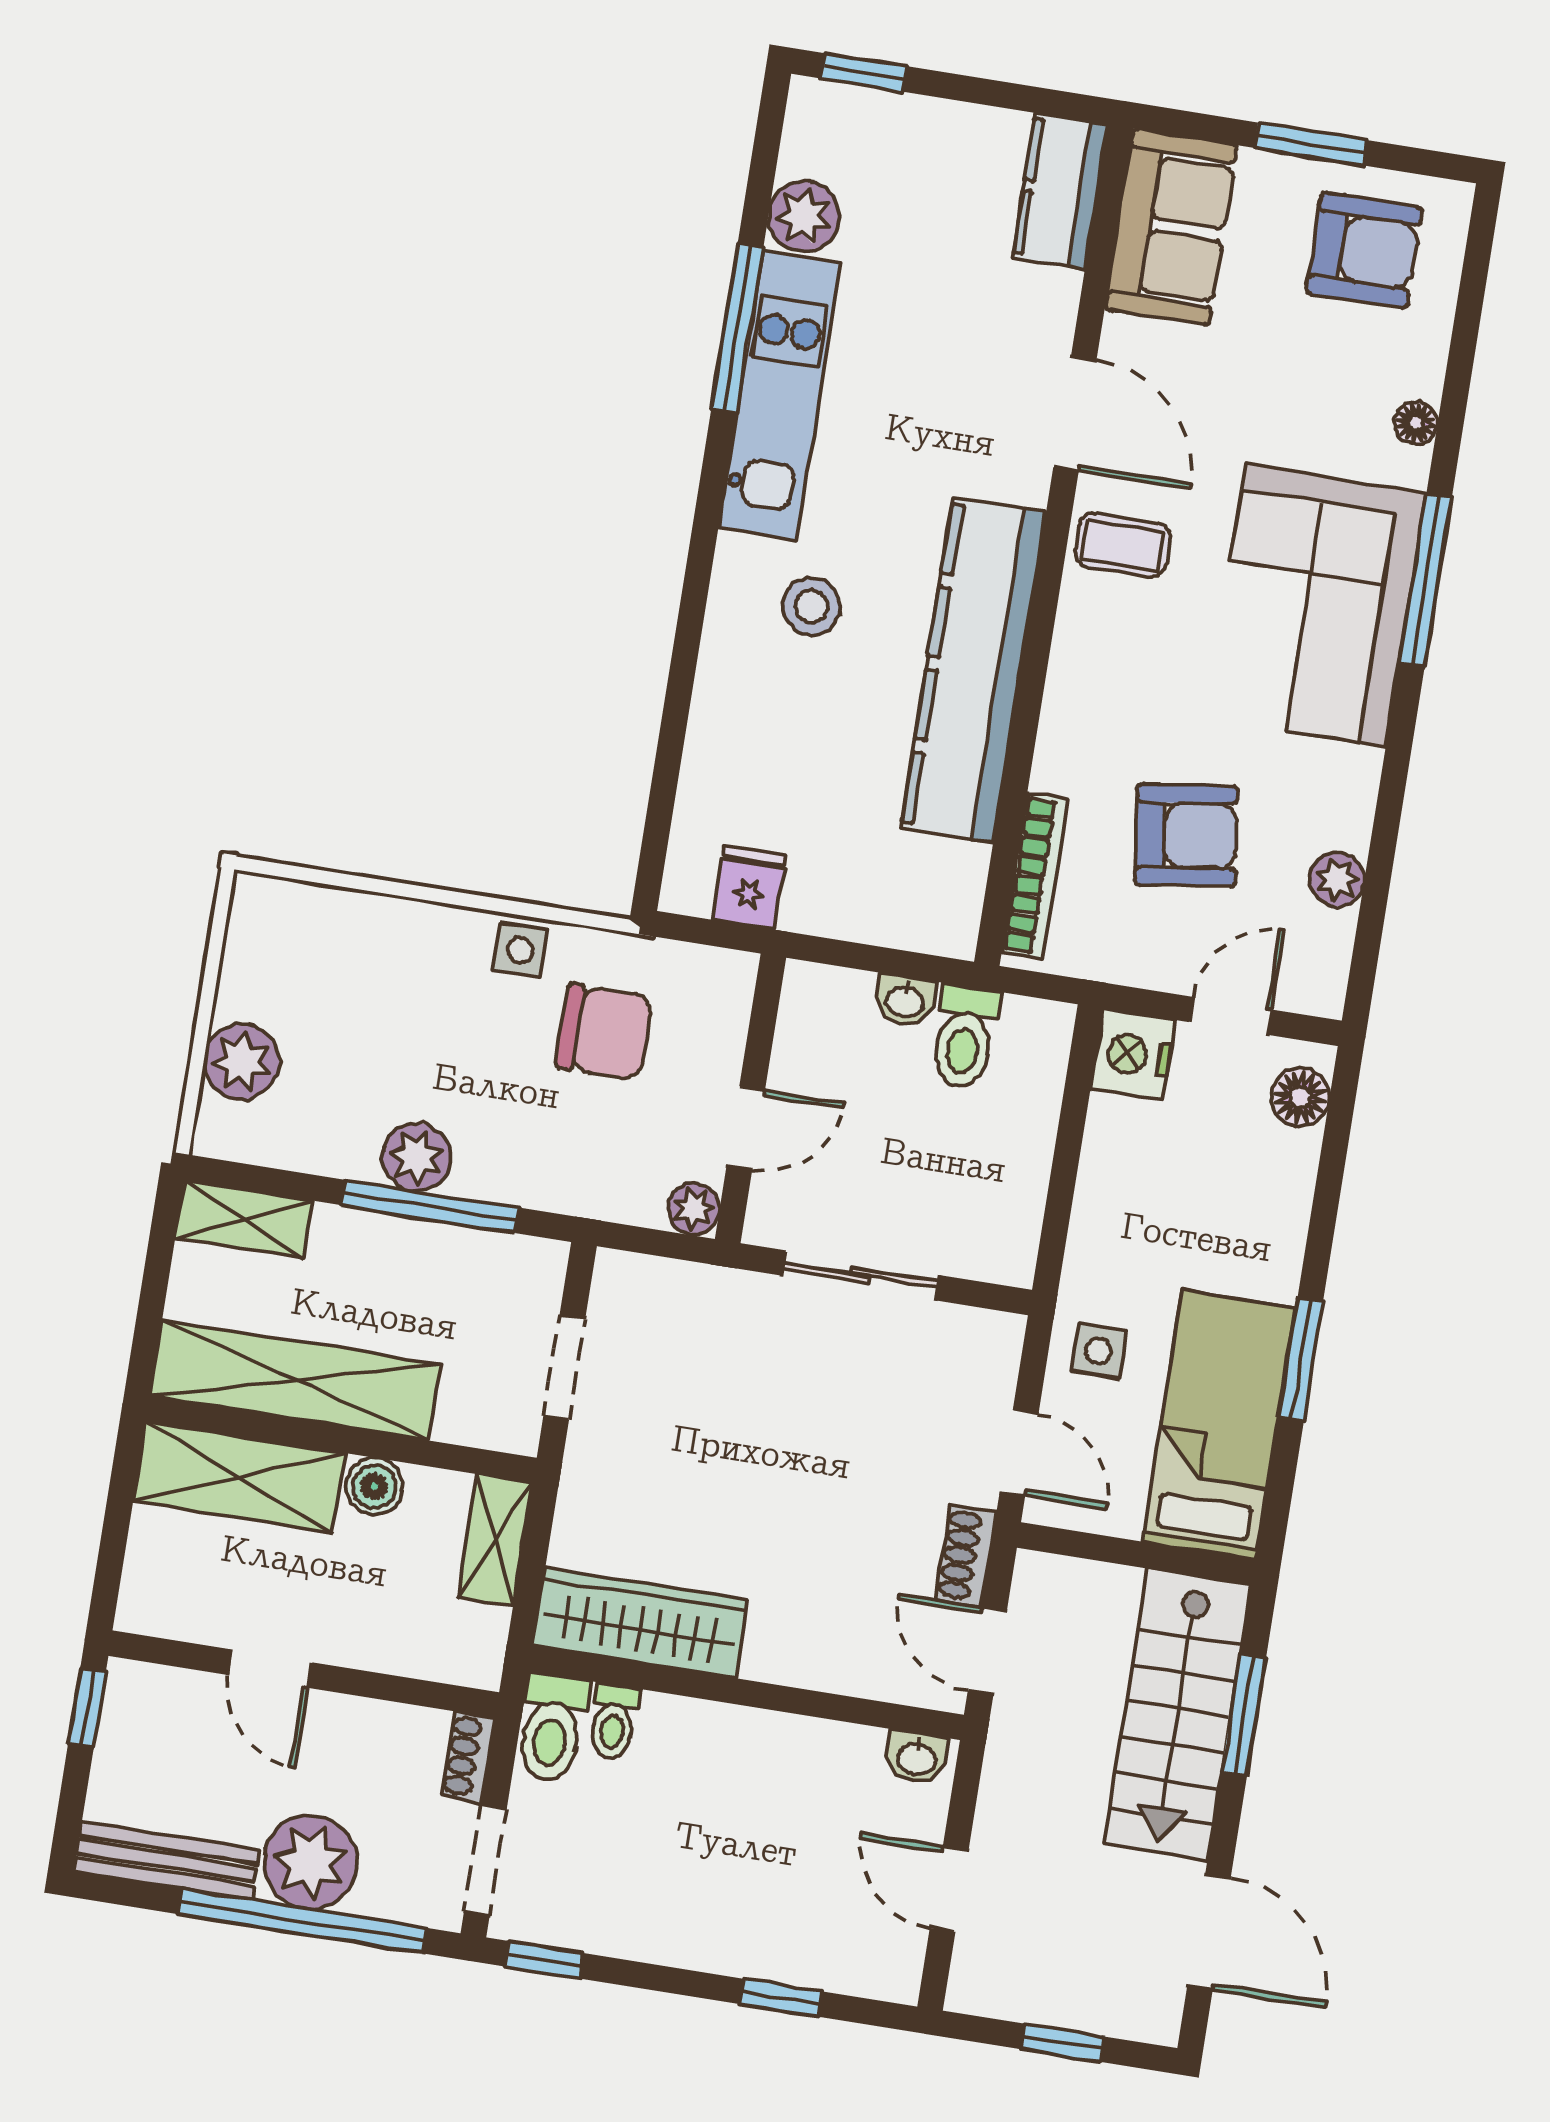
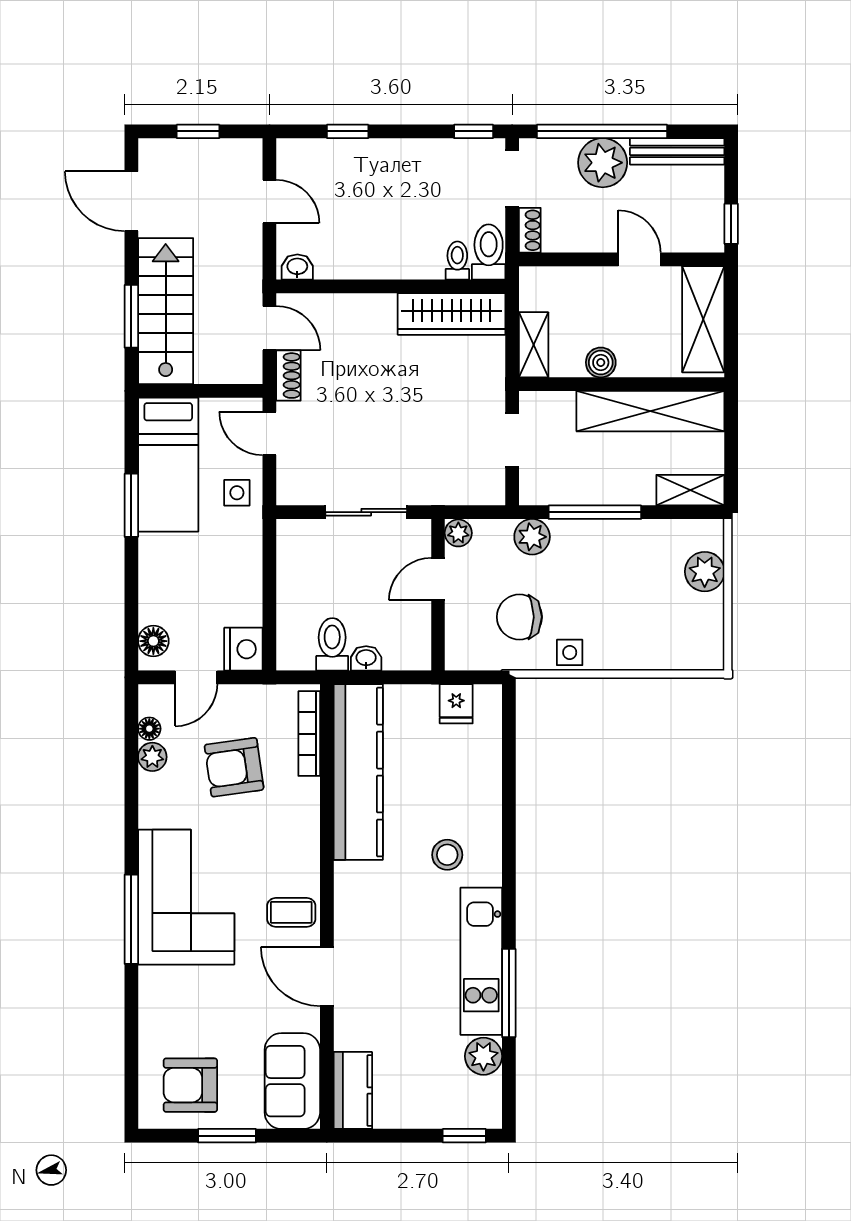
floor lamp: (1416, 423) -> (149, 729), moved
kitchen counter: (973, 670) -> (358, 772), moved
plant: (417, 1157) -> (532, 537), moved
shelving: (239, 1477) -> (703, 319), moved, turned 90

